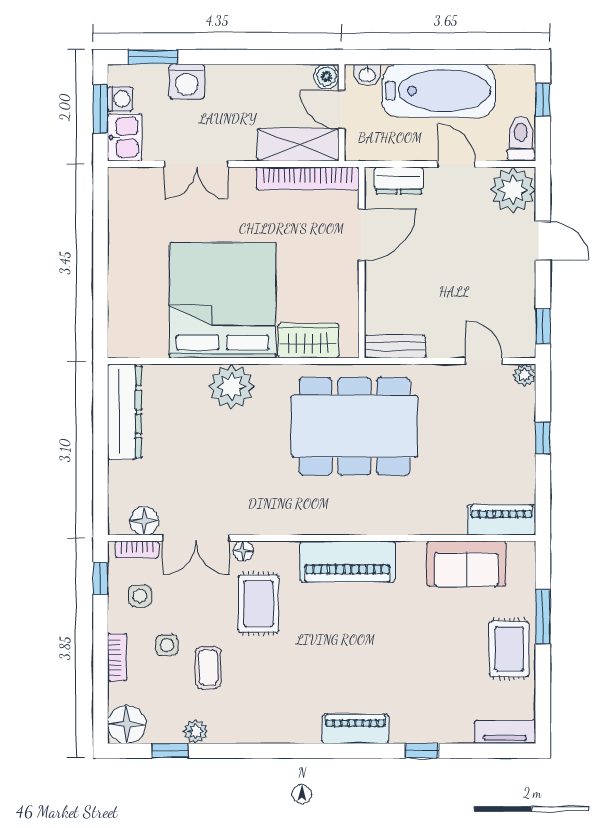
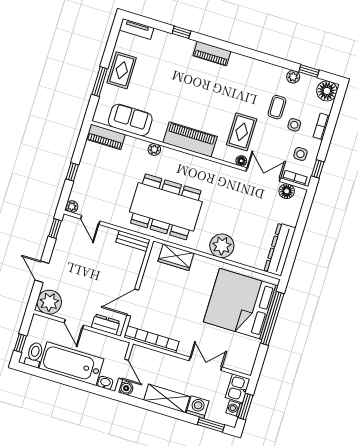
toilet: (521, 139) -> (34, 355), moved, turned 180
shelving: (298, 145) -> (167, 398), moved
window: (100, 283) -> (272, 318), added
bed: (223, 300) -> (241, 304), moved, turned 90
plant: (407, 524) -> (154, 149), added

